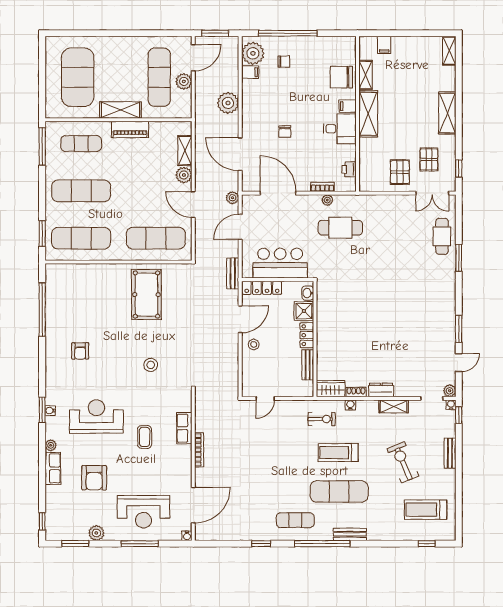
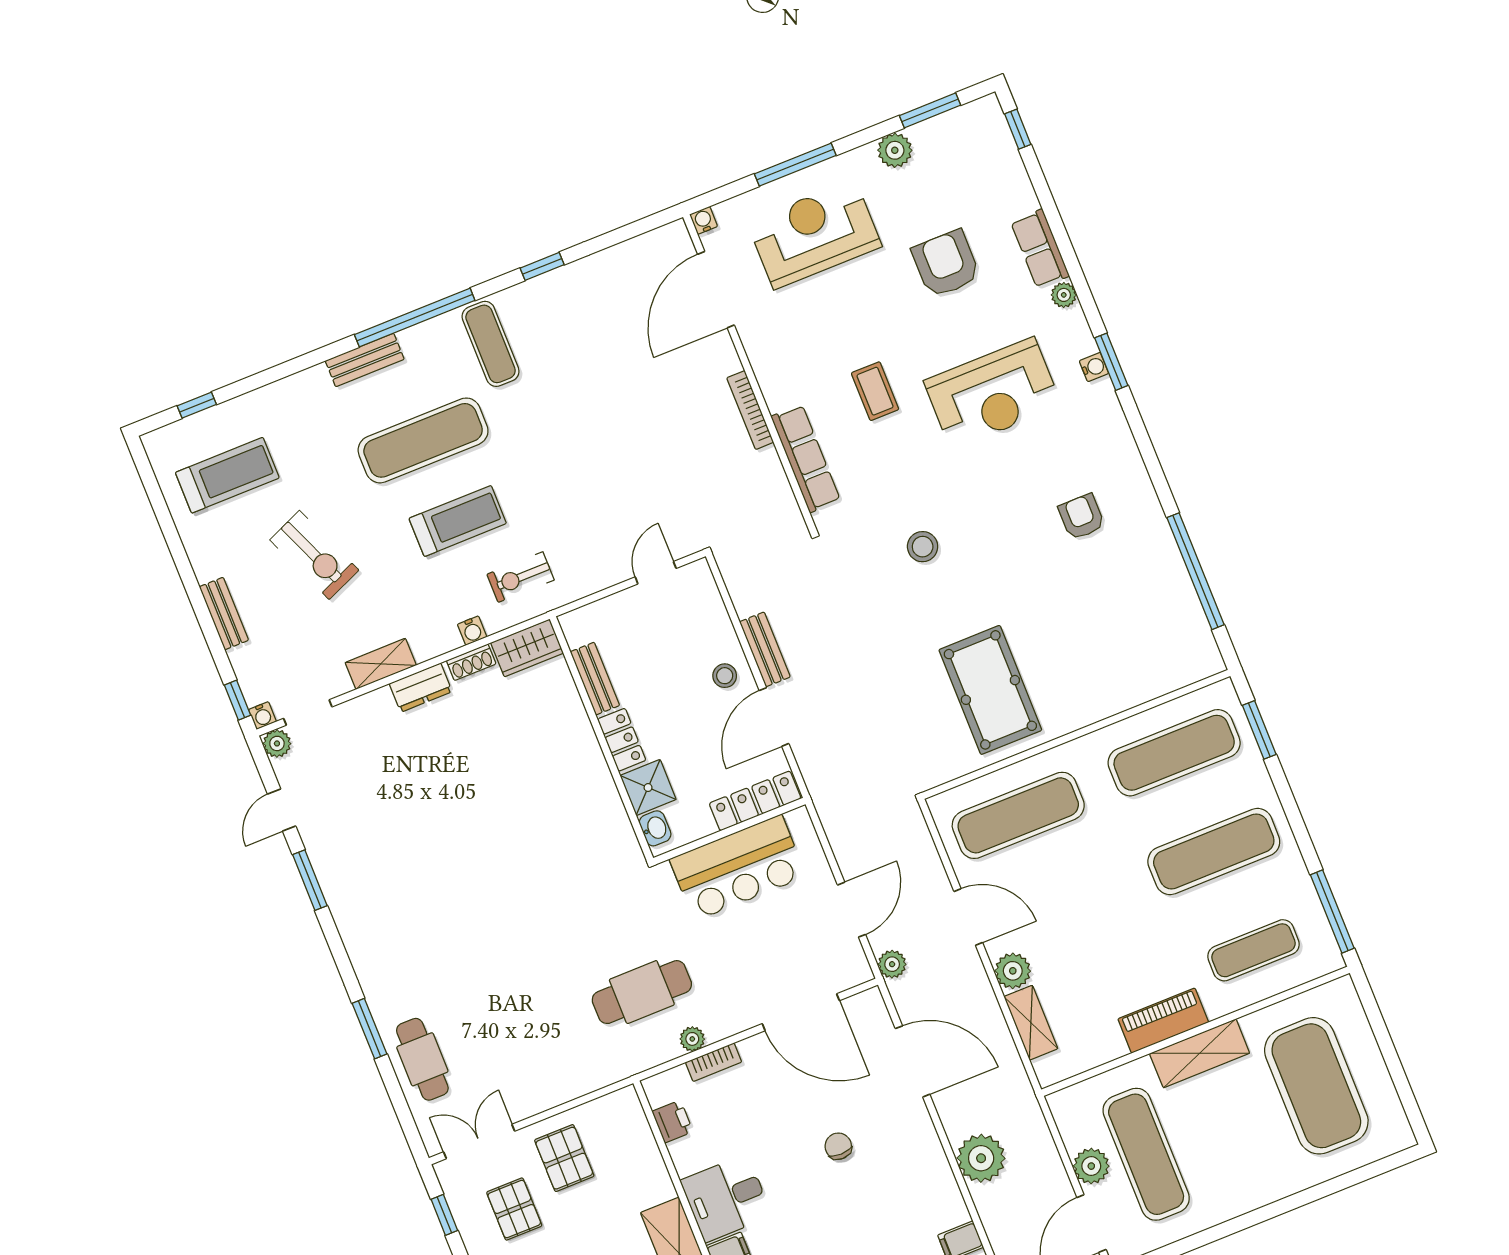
bench: (233, 273) -> (765, 649), moved
row of seats: (184, 428) -> (806, 458), width x1.48
exercise mat: (295, 520) -> (491, 344), turned 90

